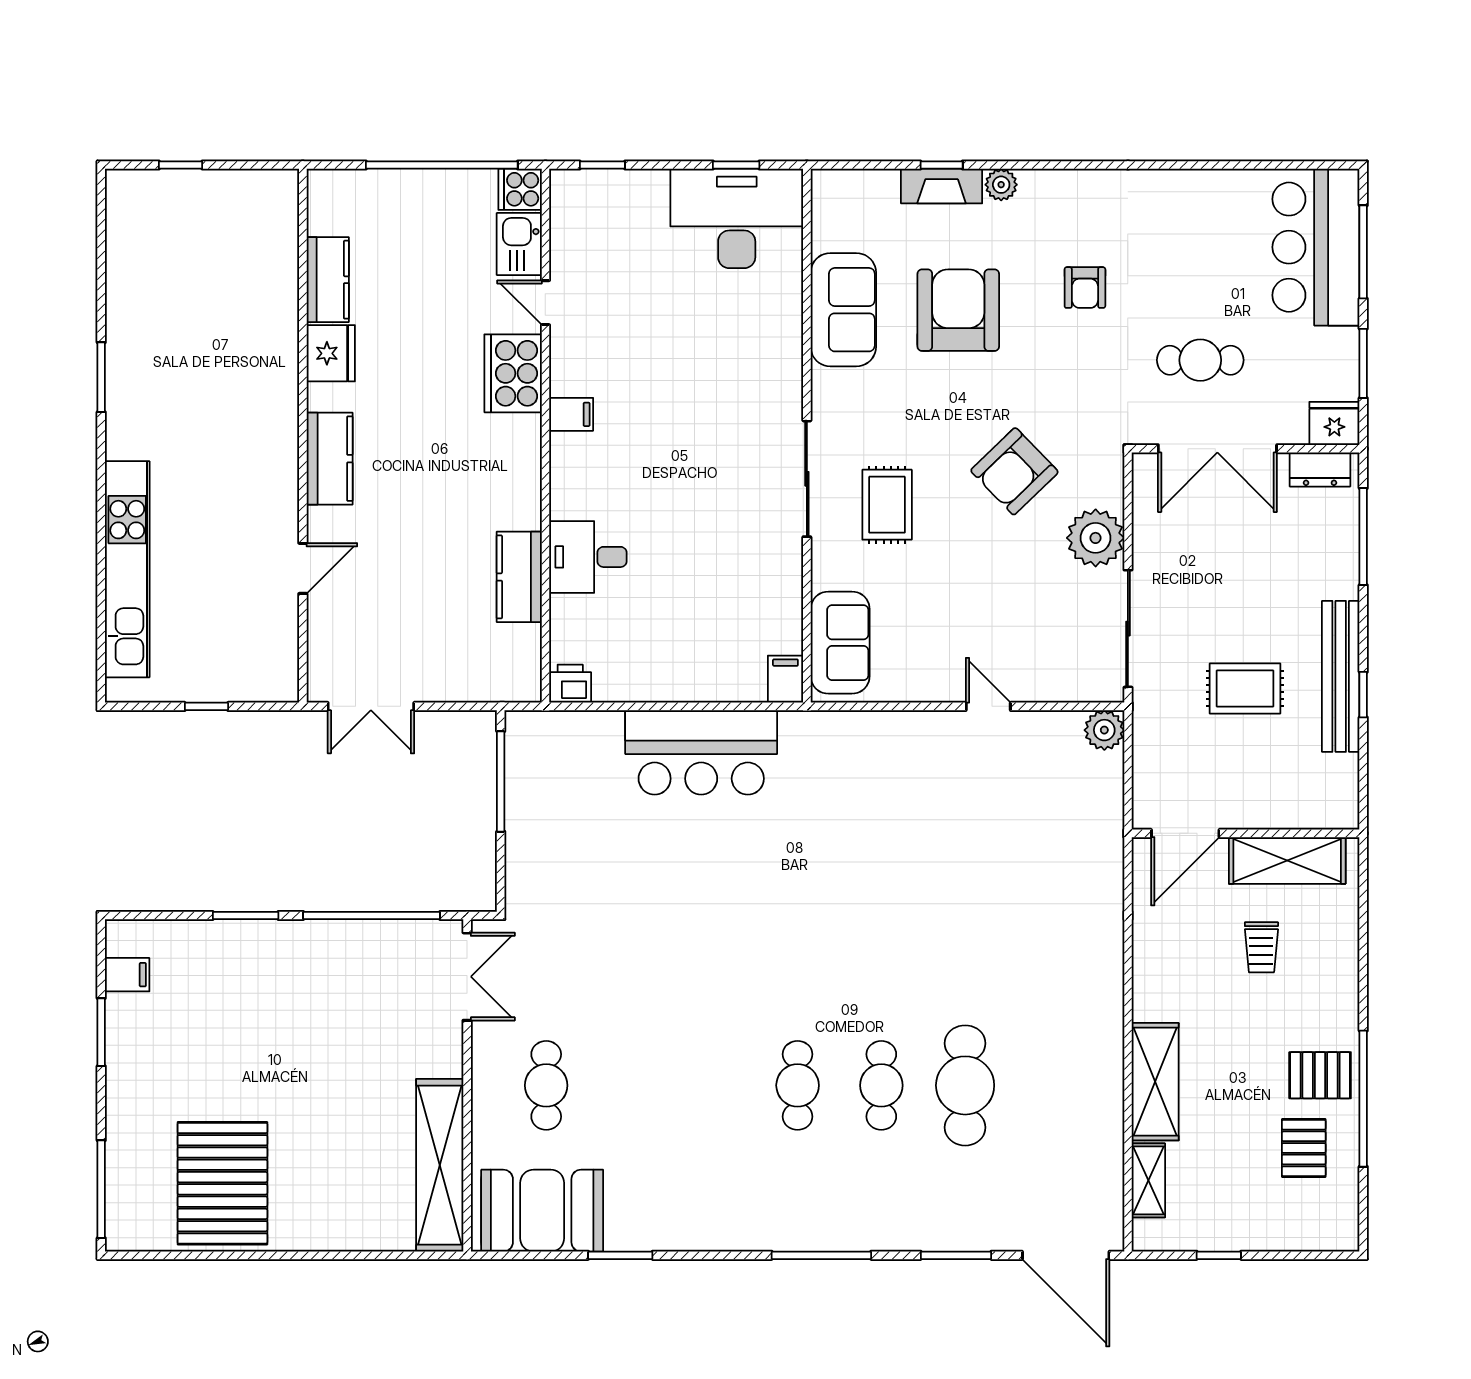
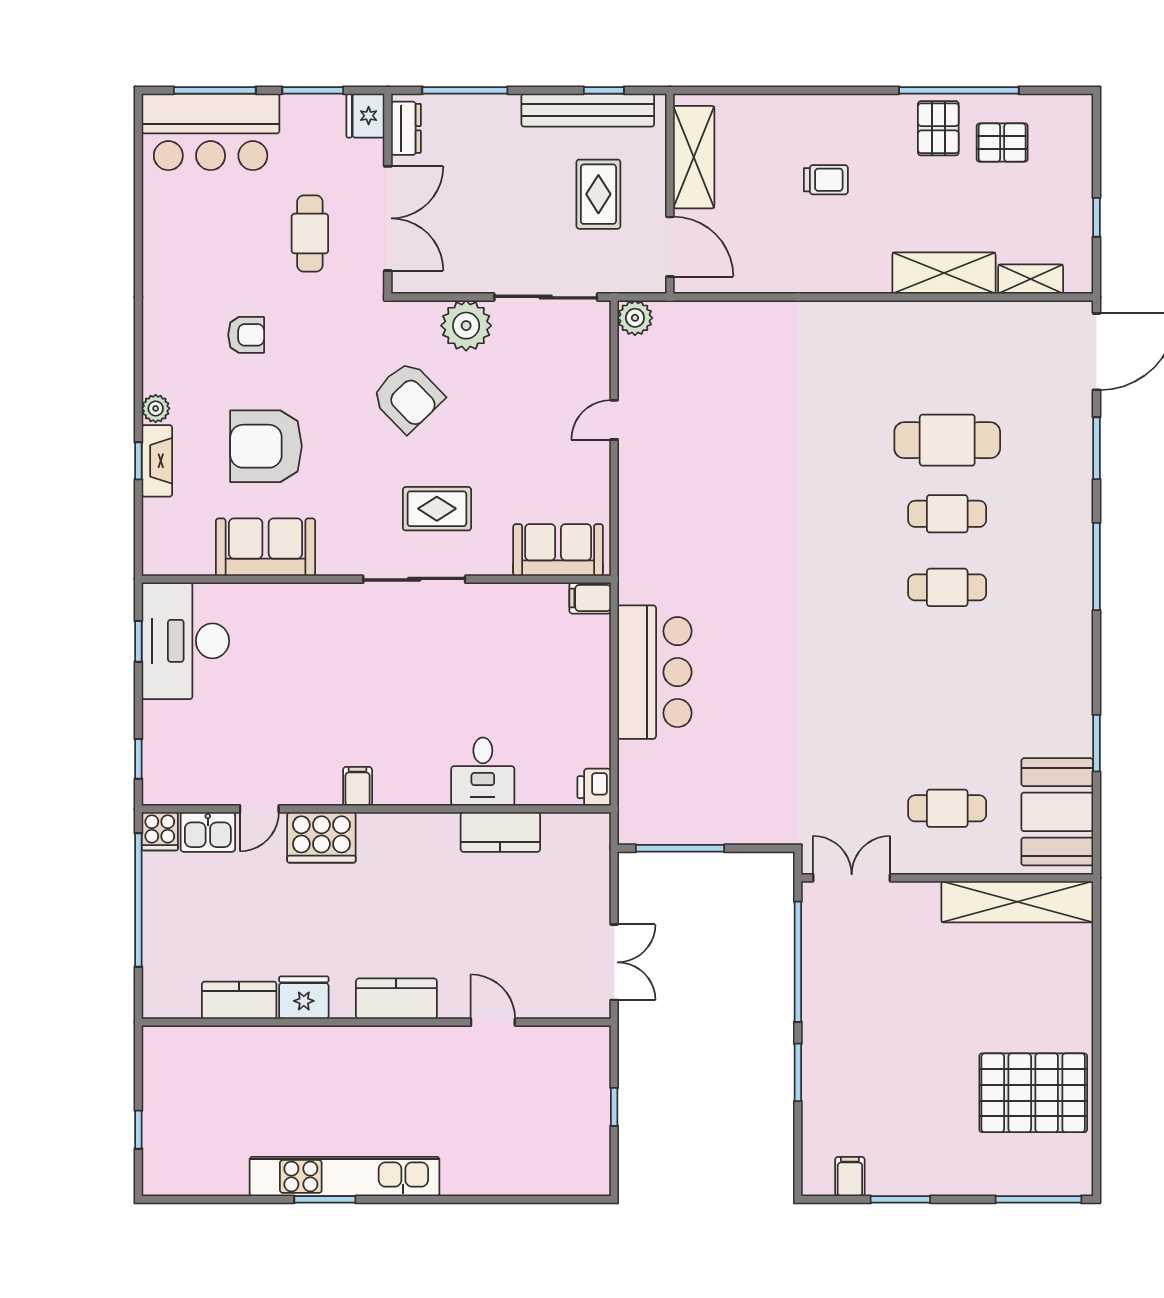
kitchen unit: (127, 569) -> (345, 1176), moved
door: (1185, 833) -> (670, 247), moved
wall: (1246, 833) -> (670, 194), moved
shelving: (1287, 860) -> (694, 157), moved

